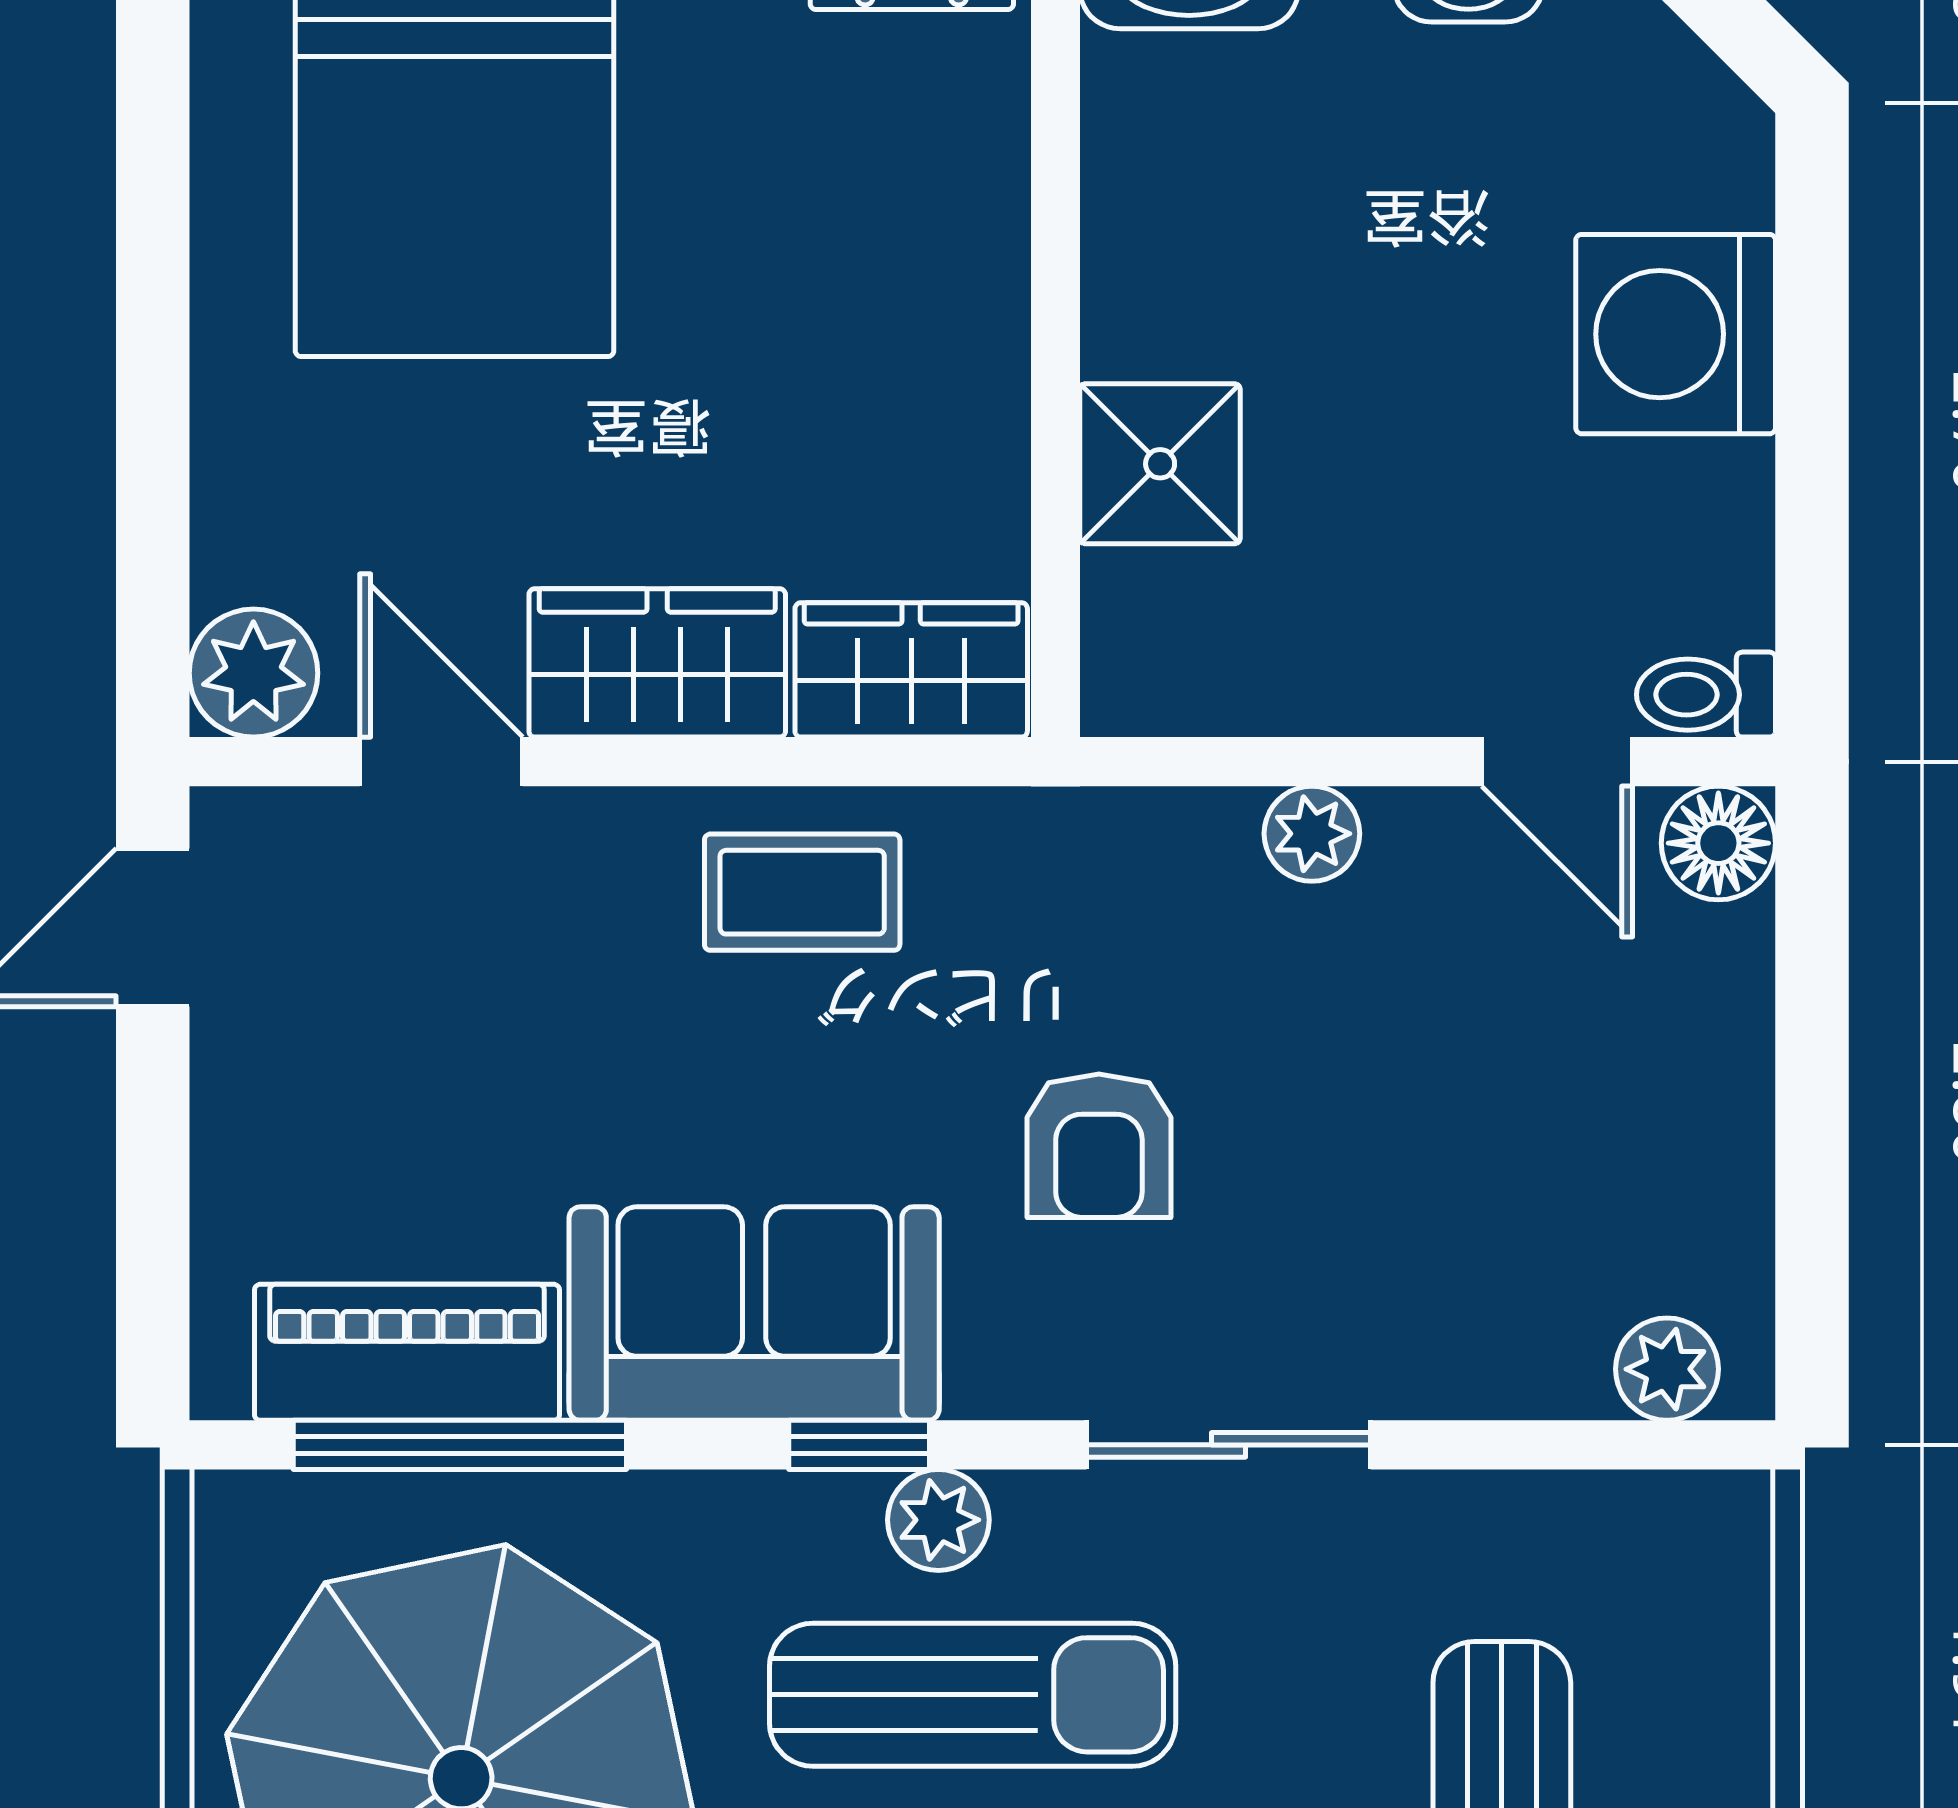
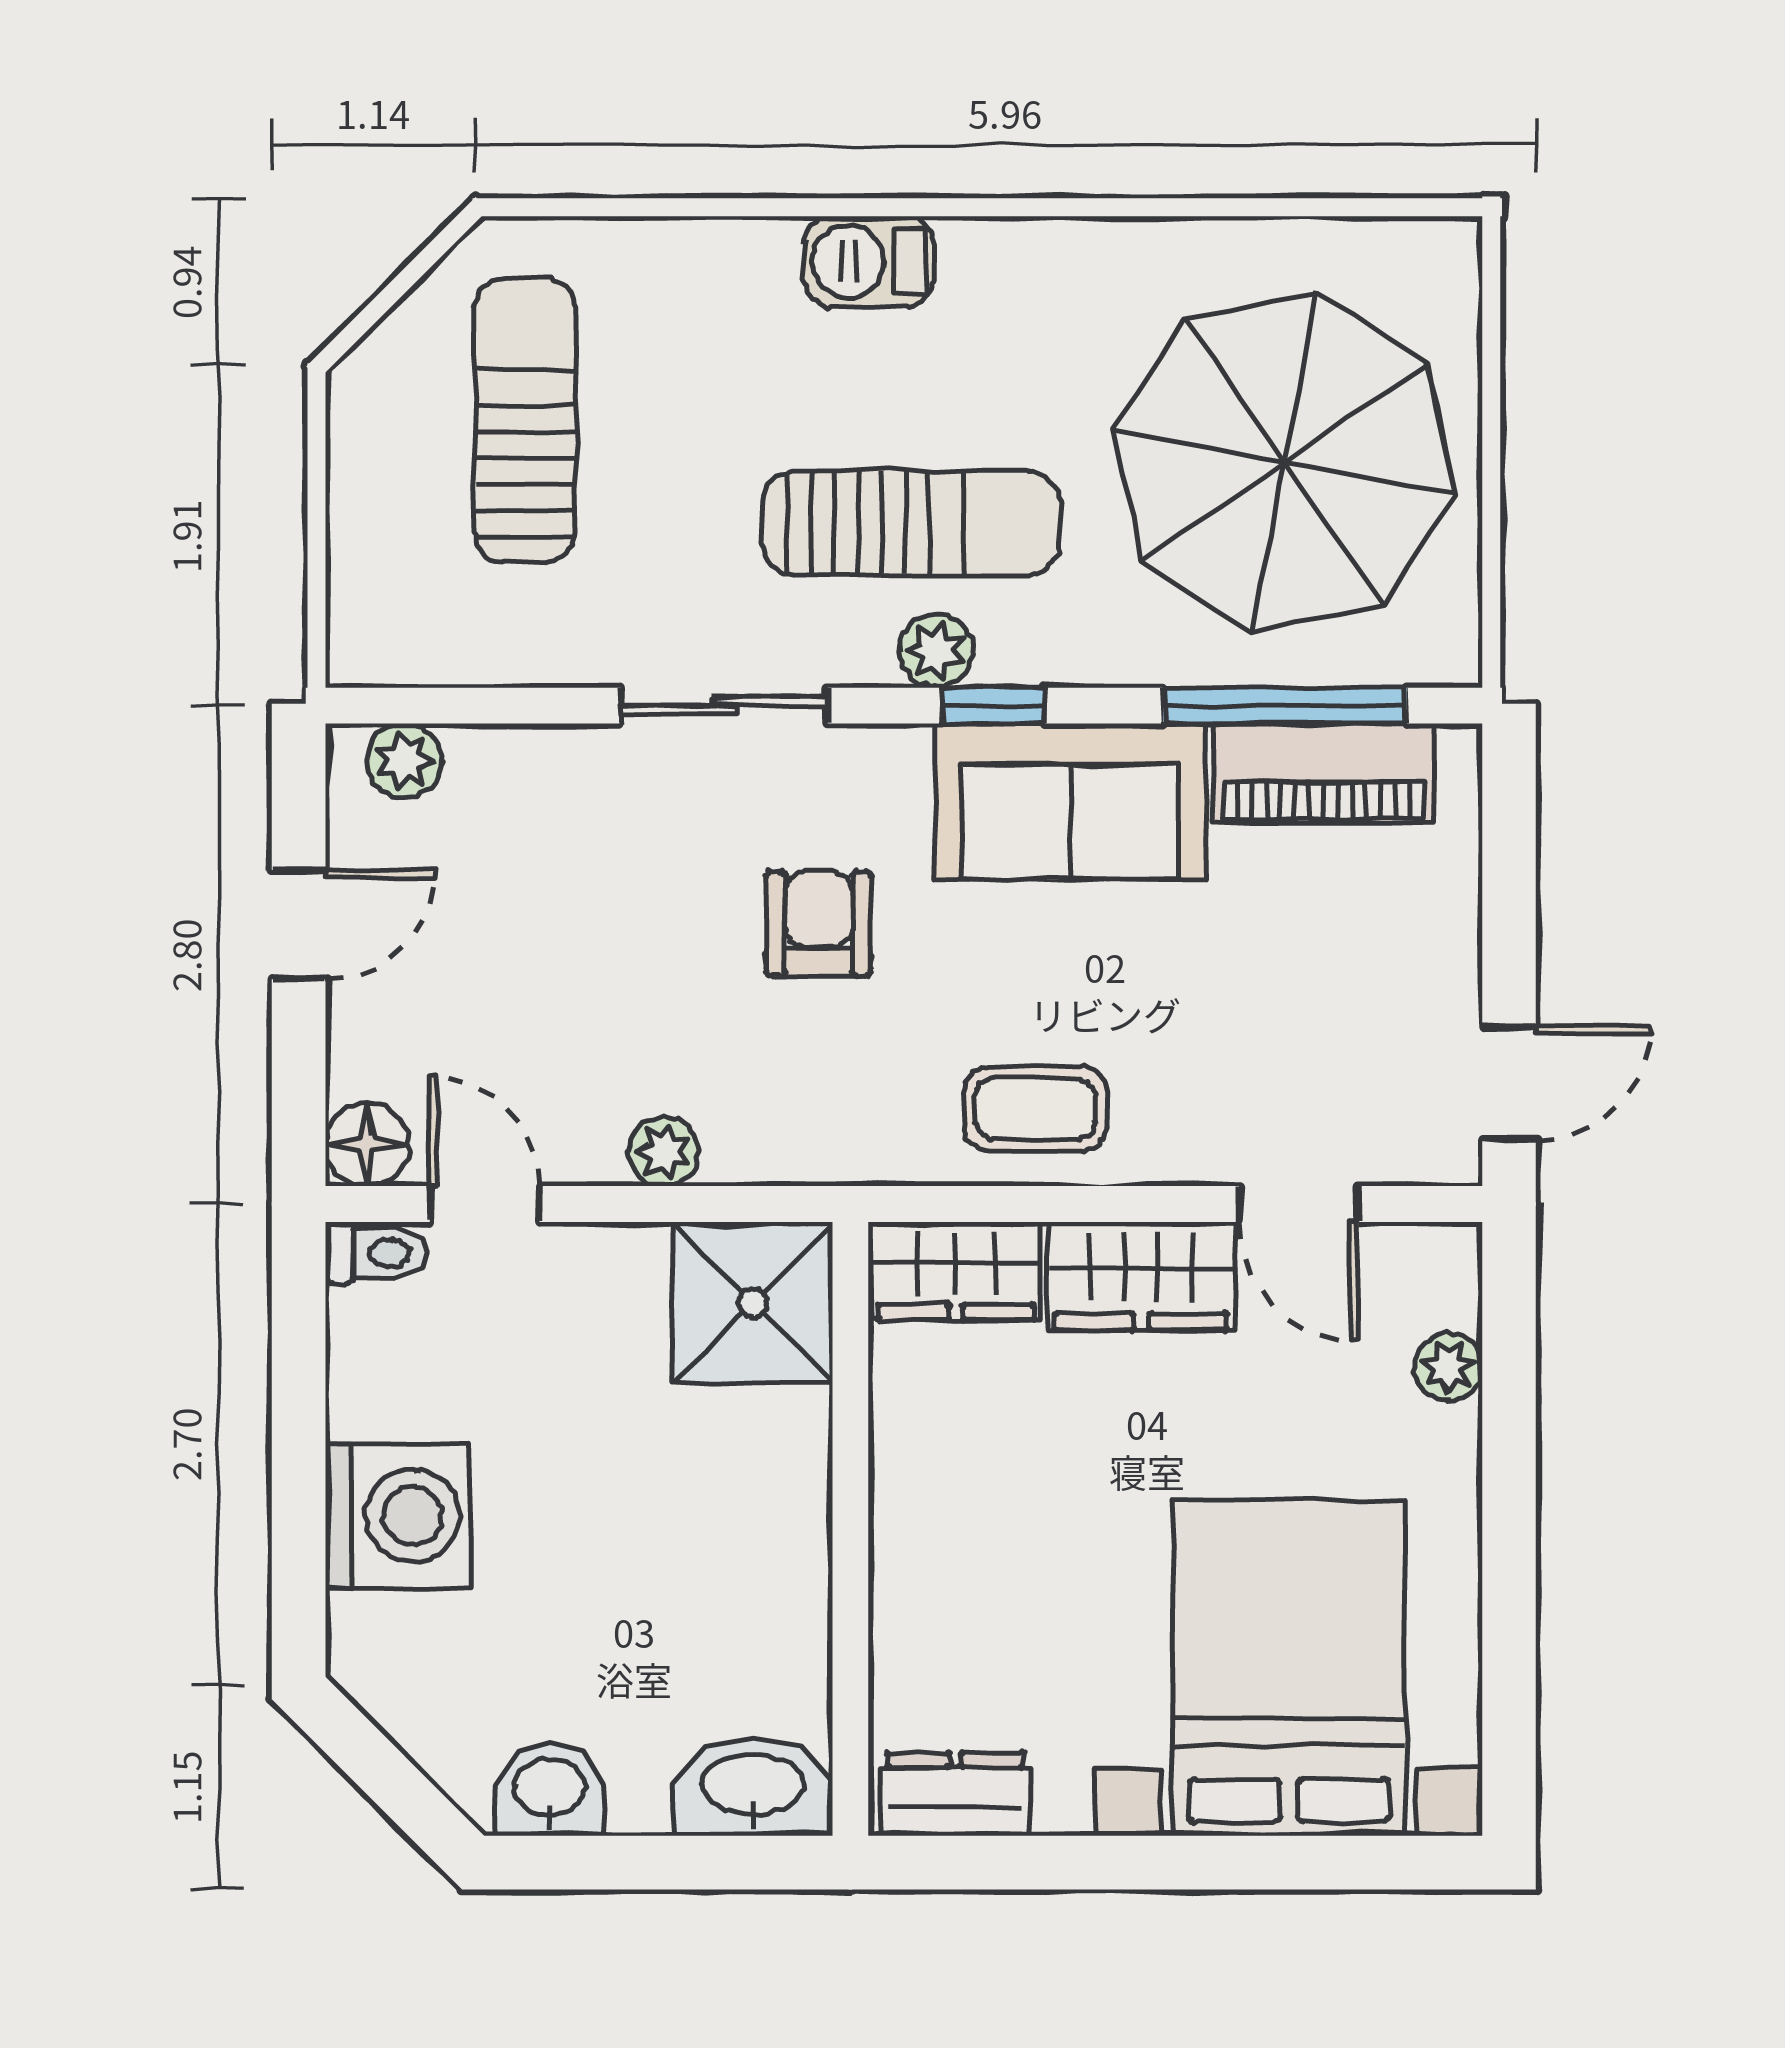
shower: (1160, 464) -> (753, 1303), moved, width x1.36, depth x1.36
plant: (253, 673) -> (1448, 1367), moved, width x0.73, depth x0.73
door: (1812, 1144) -> (299, 925), added
sun lounger: (973, 1695) -> (911, 523), turned 180

